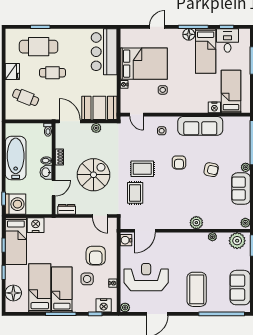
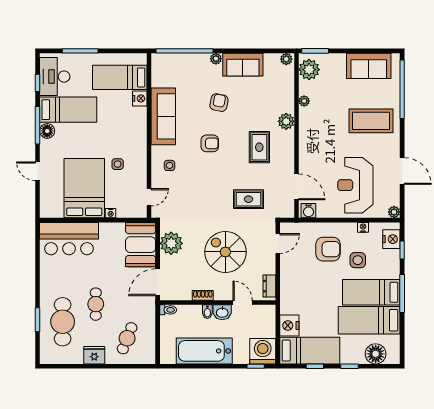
desk: (228, 40) -> (55, 77), width x1.37
plant: (96, 128) -> (171, 243), width x1.87, depth x1.87
rug: (142, 169) -> (259, 147), moved

